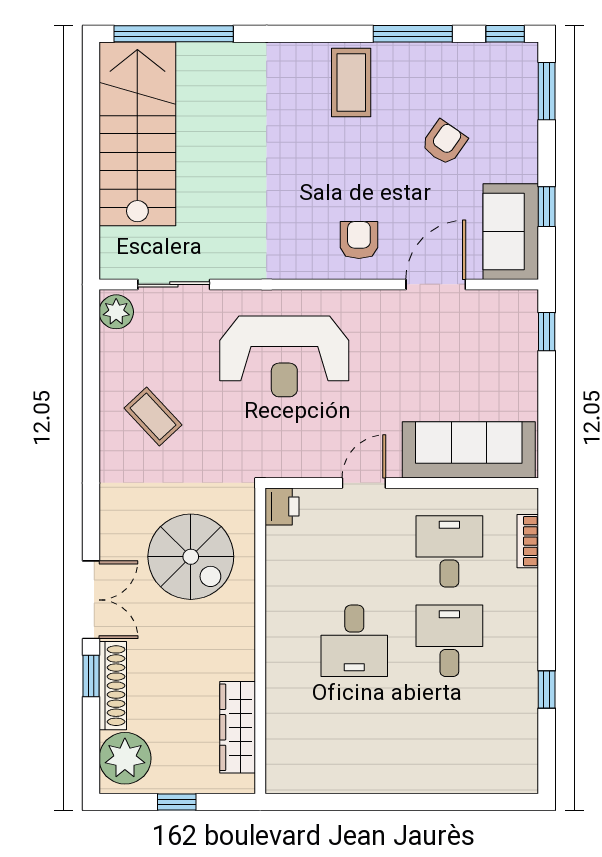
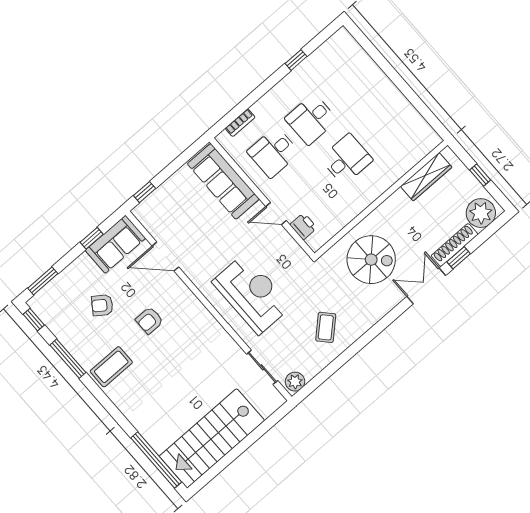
armchair: (359, 240) -> (149, 320), moved
printer: (282, 506) -> (303, 226), moved, turned 90
spiral stairs: (191, 557) -> (371, 260), turned 90

